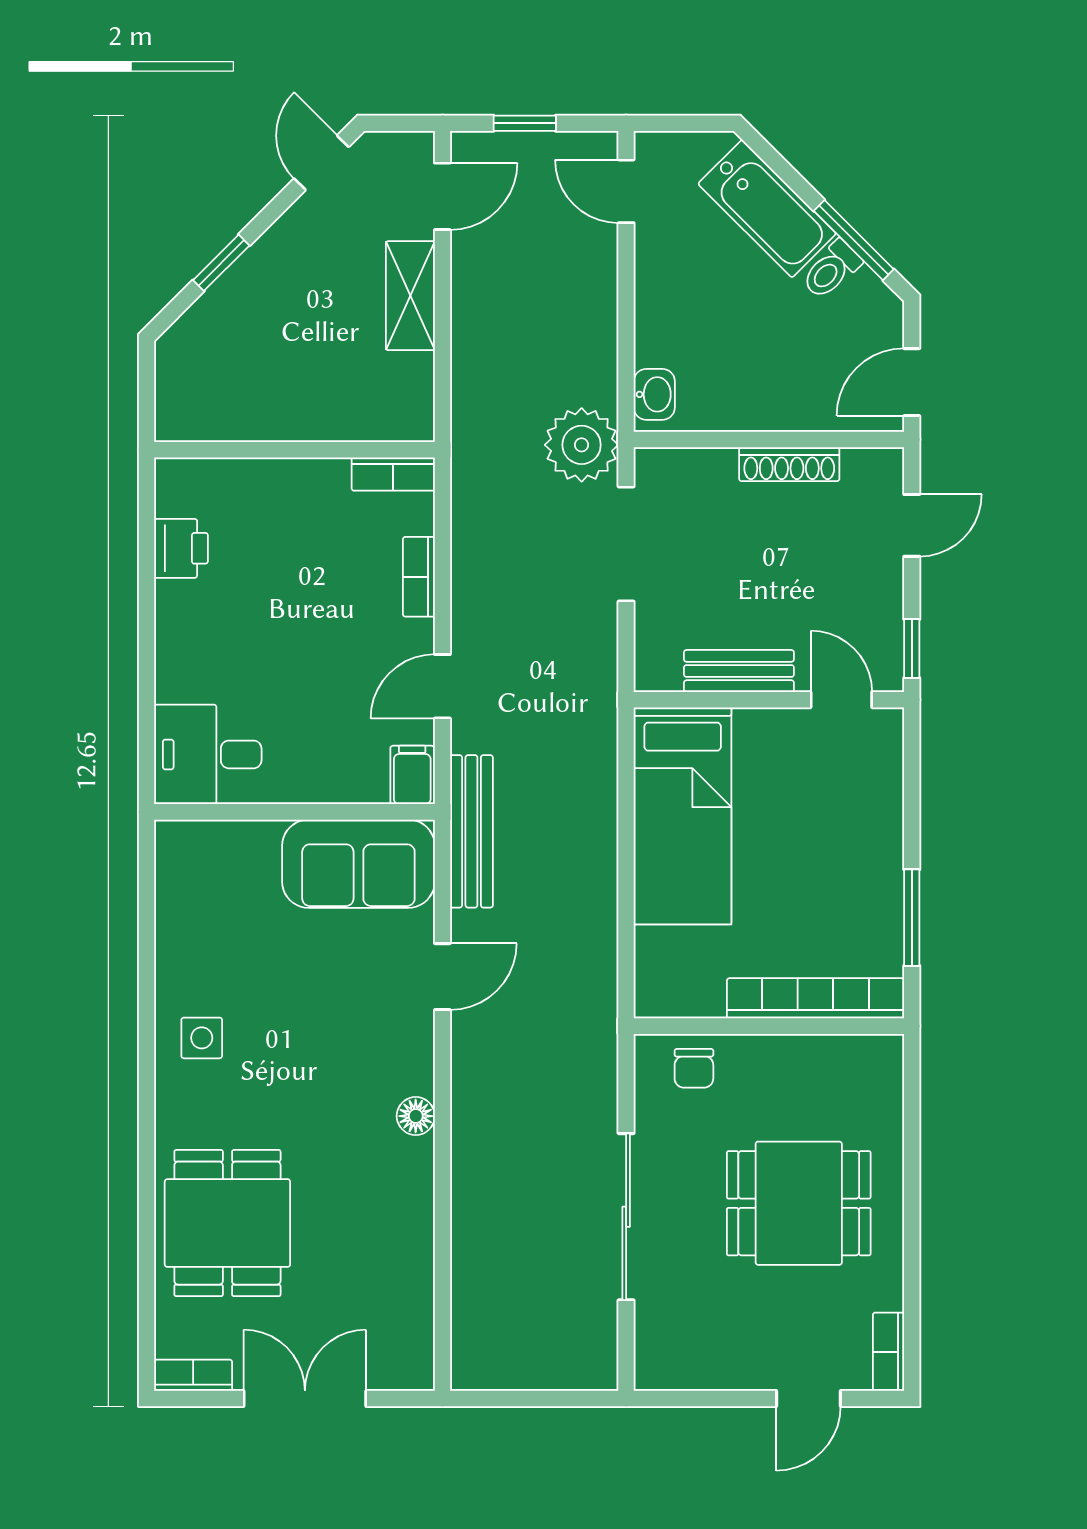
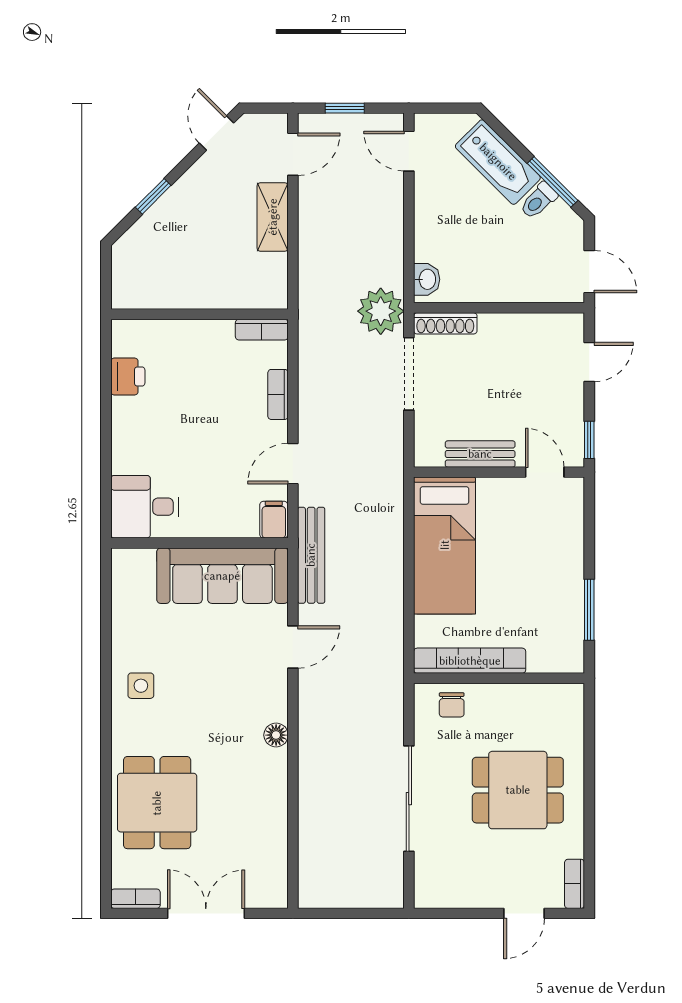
door: (912, 382) -> (589, 272), swing flipped
shoe rack: (789, 464) -> (445, 323), moved
sofa: (358, 864) -> (222, 576), width x1.36
bookcase: (815, 998) -> (470, 661), moved

